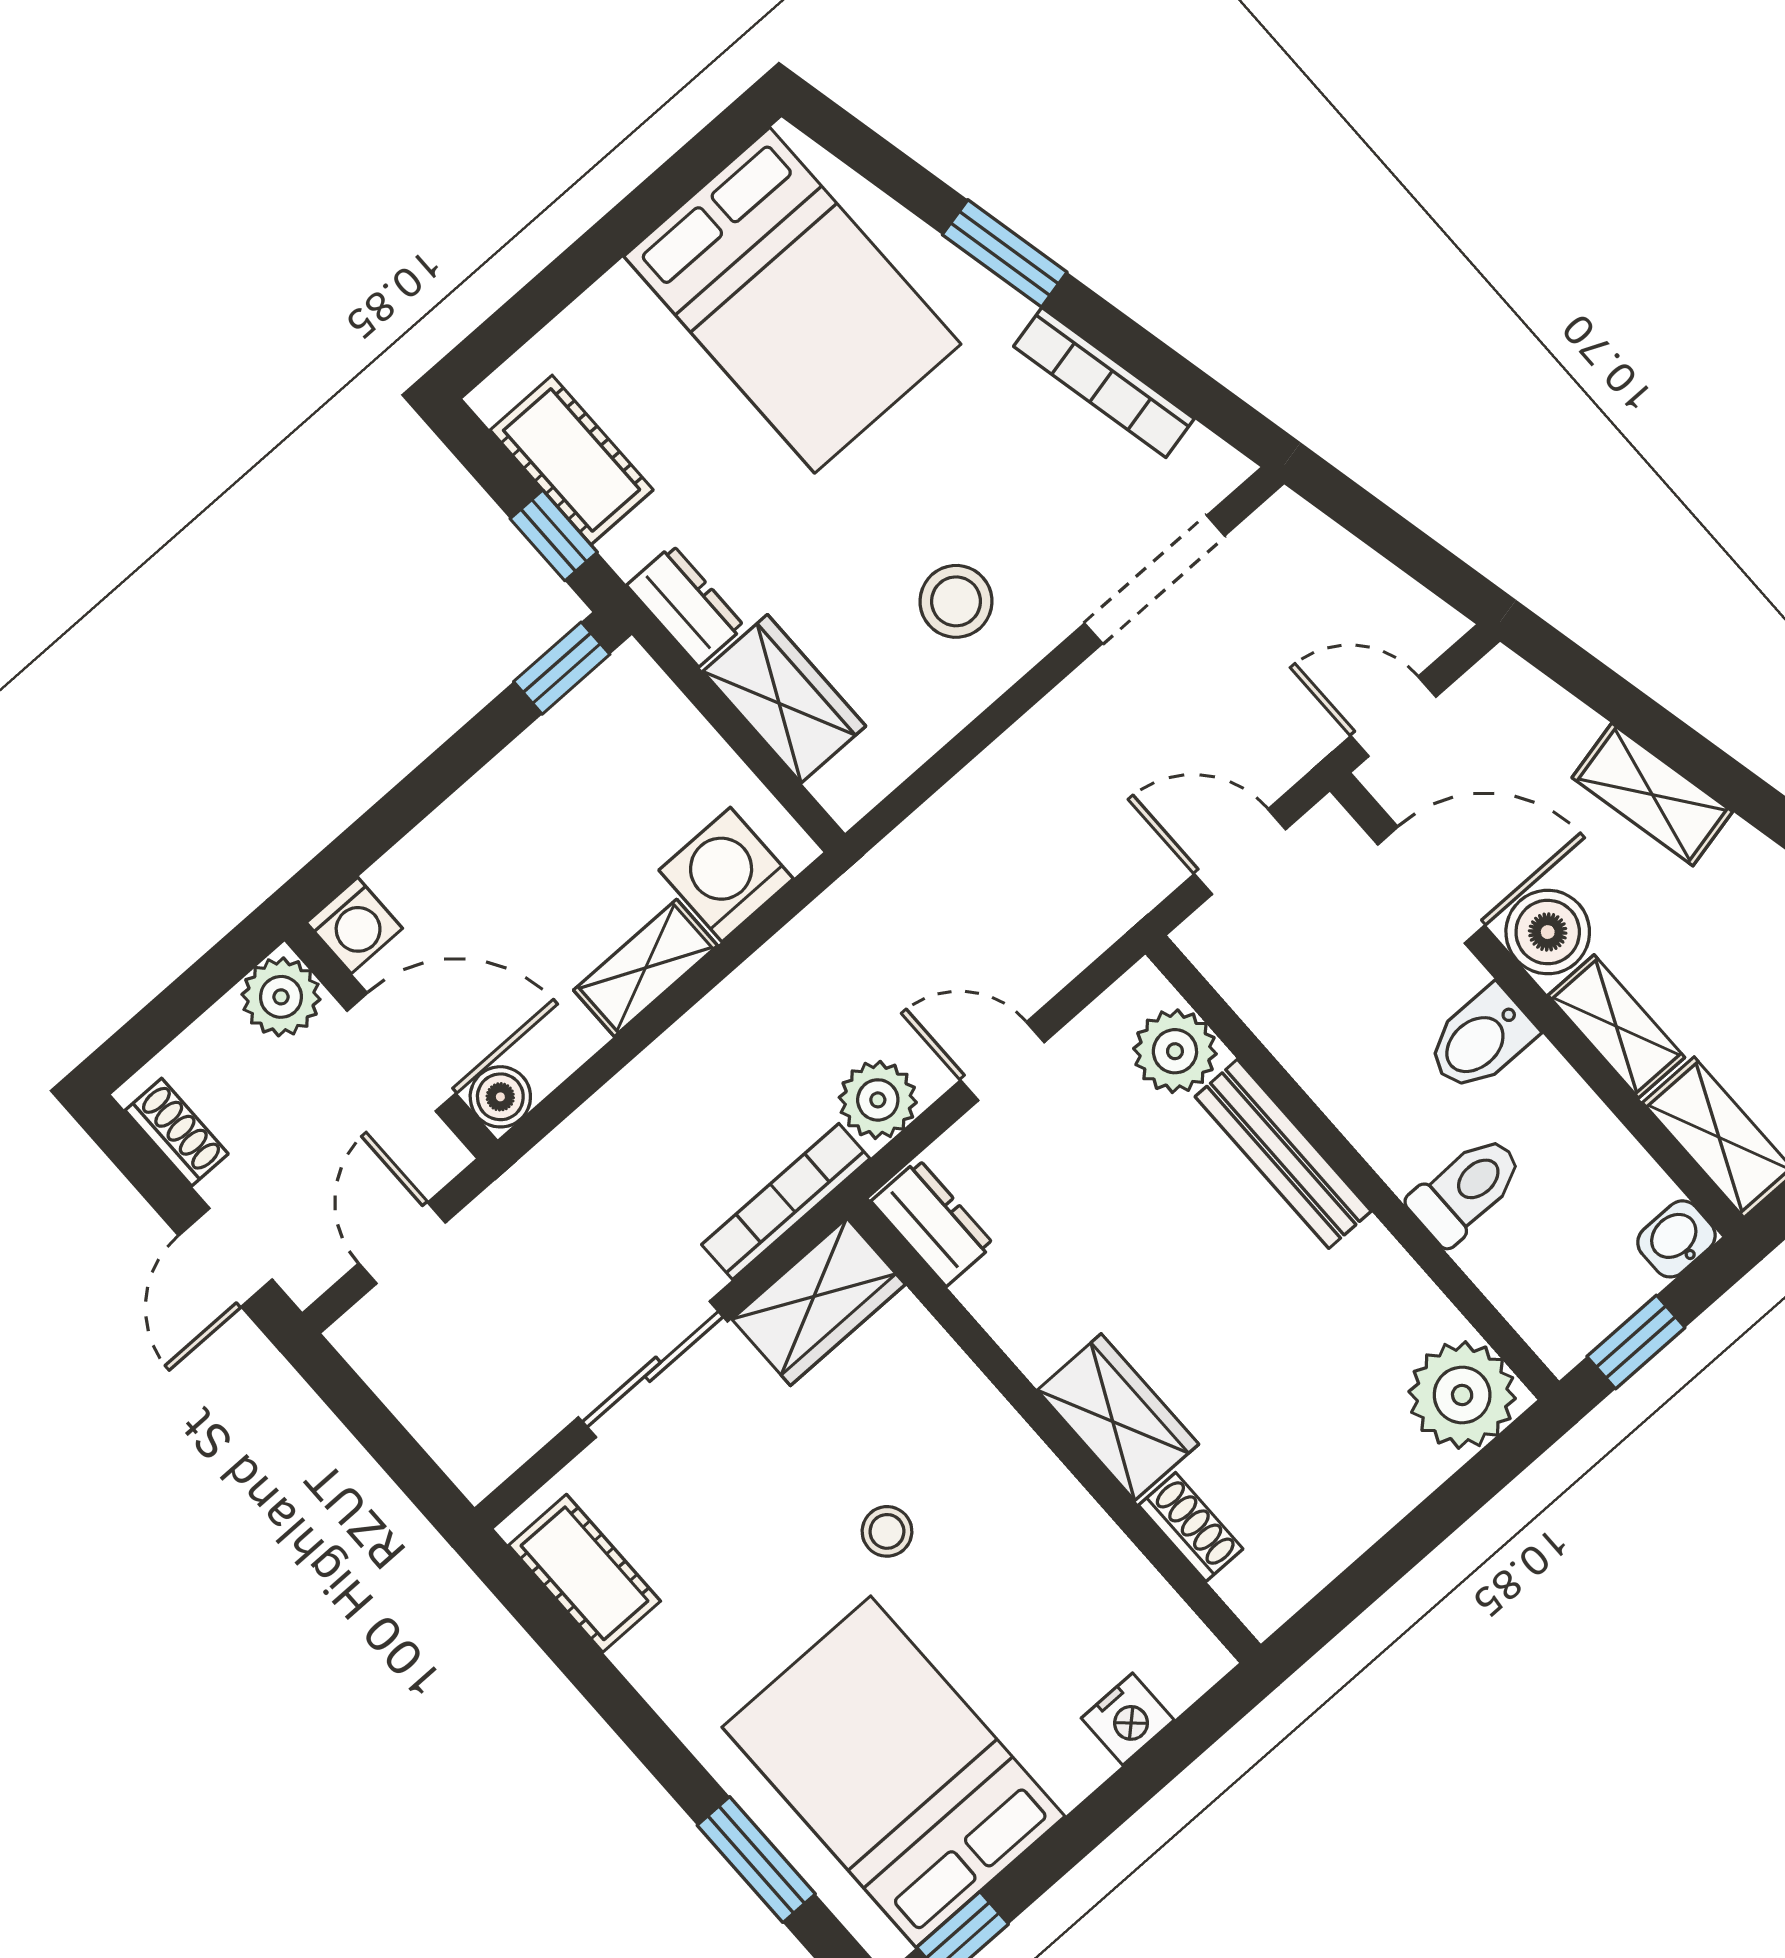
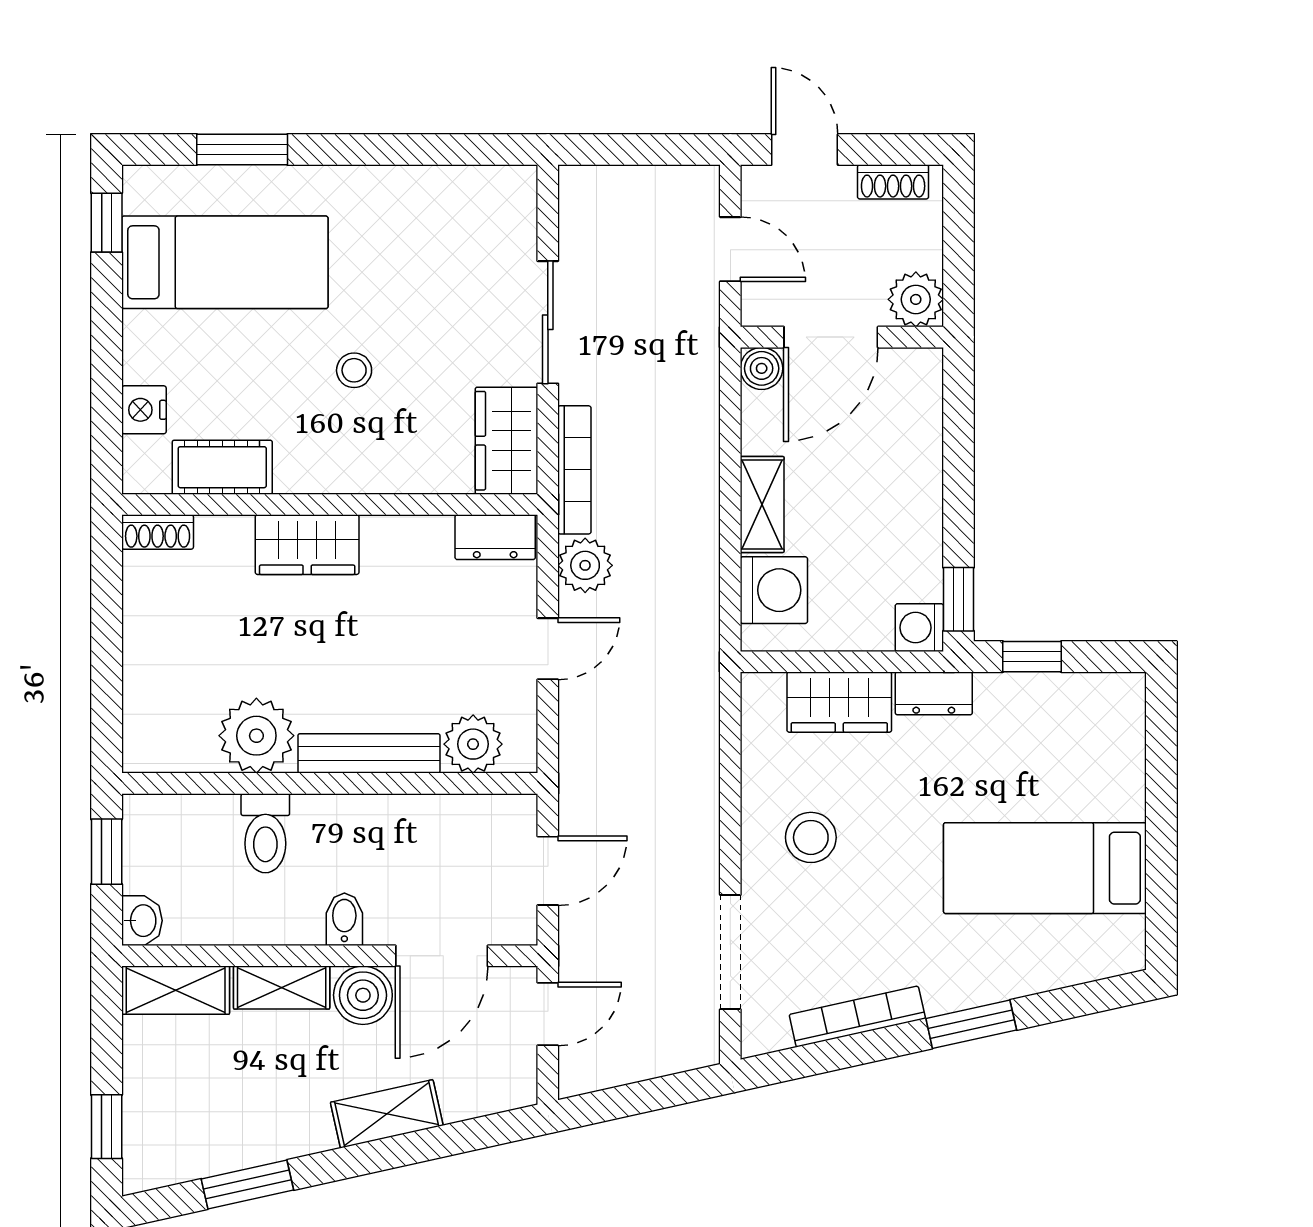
bed: (792, 300) -> (1045, 868), width x0.67
cot: (572, 460) -> (1063, 701), removed
washing machine: (354, 925) -> (919, 628), moved
bidet: (1480, 1040) -> (344, 919), width x0.72, depth x0.74
plant: (1462, 1395) -> (256, 736), moved
shoe rack: (1191, 1527) -> (158, 532), moved
cot: (584, 1573) -> (222, 467), moved
bed: (893, 1772) -> (225, 262), width x0.67

